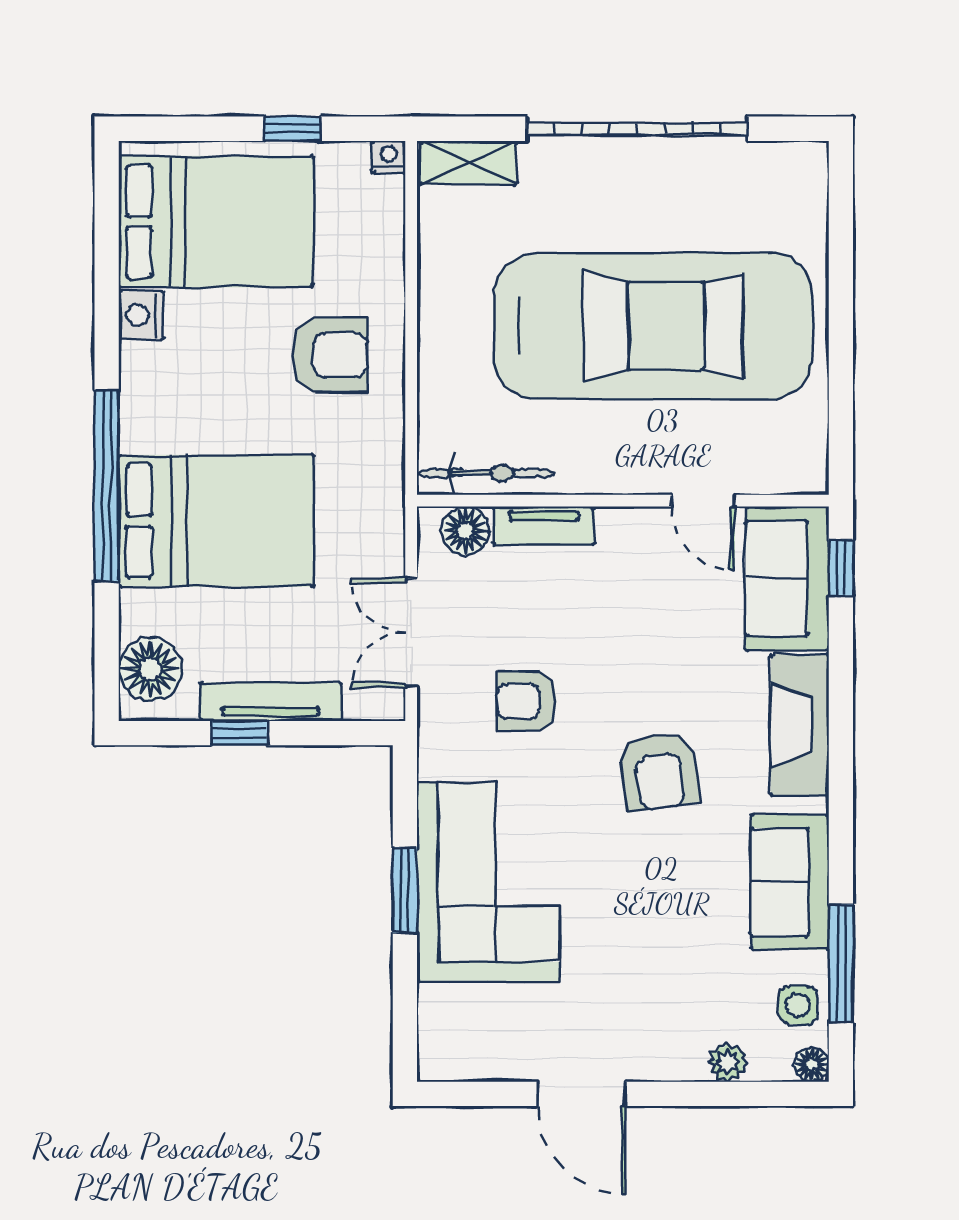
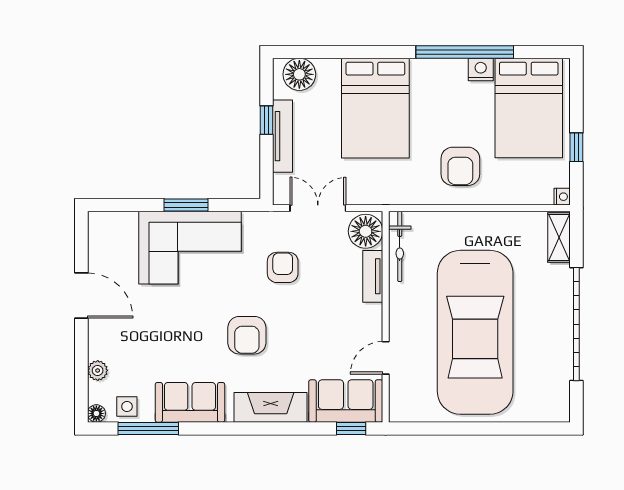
window: (107, 486) -> (465, 52), moved
floor lamp: (465, 531) -> (366, 231), width x1.38, depth x1.38
armchair: (659, 771) -> (247, 335), turned -82
door: (582, 1094) -> (81, 296), swing flipped

